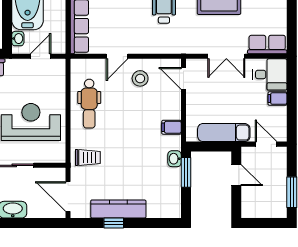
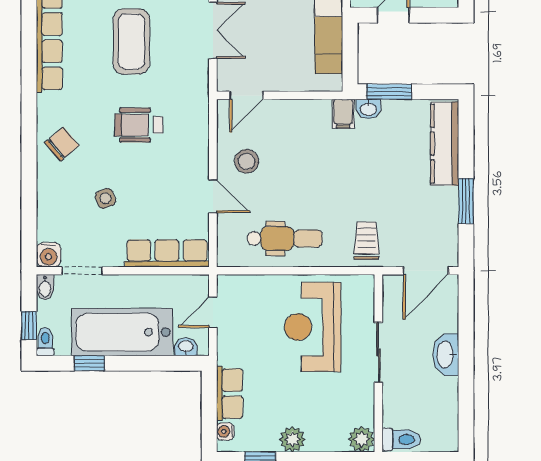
door: (41, 56) -> (213, 312), hinge flipped
filing cabinet: (171, 127) -> (343, 114), moved
kitchen counter: (118, 209) -> (445, 144), moved
window: (114, 223) -> (466, 201), width x1.50

